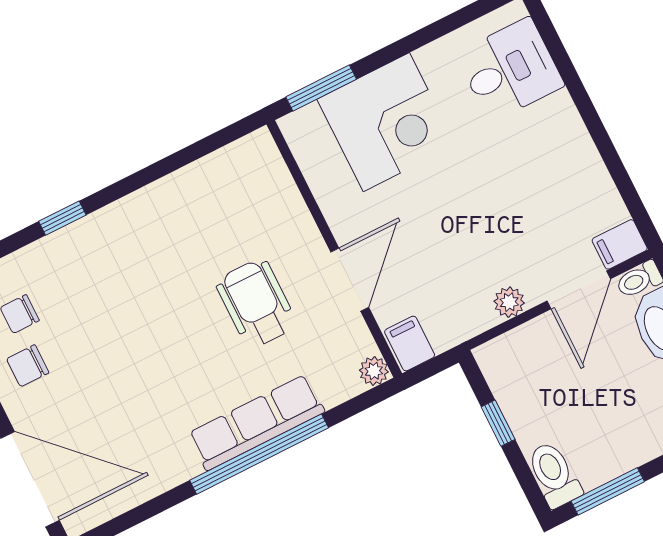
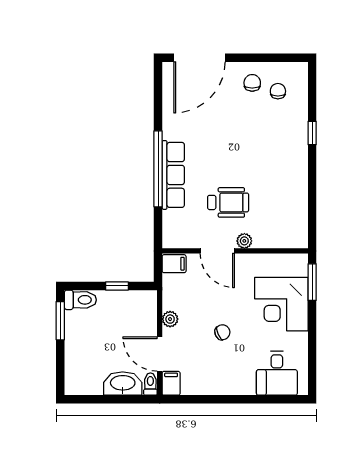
chair: (486, 200) -> (222, 332), added
plant: (374, 371) -> (244, 241), moved

